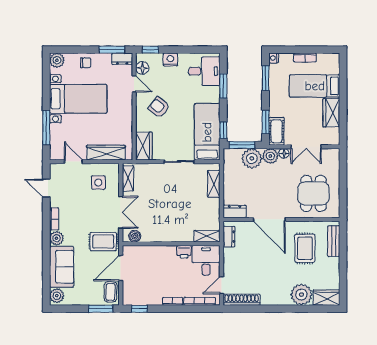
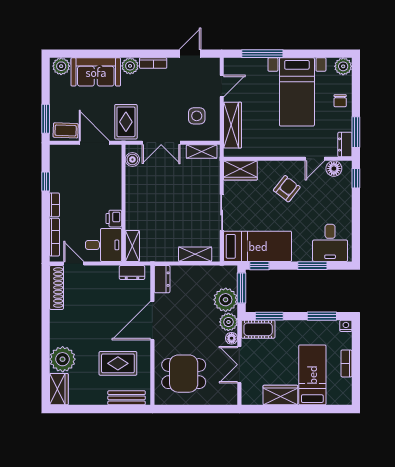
nightstand: (170, 60) -> (344, 202), removed
window: (139, 309) -> (46, 181), moved

